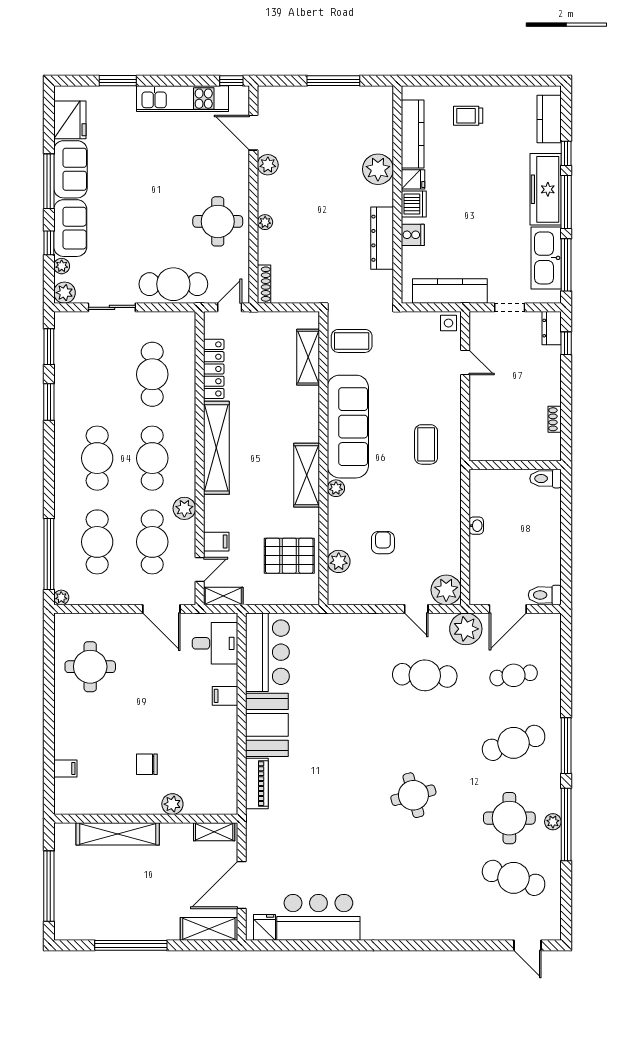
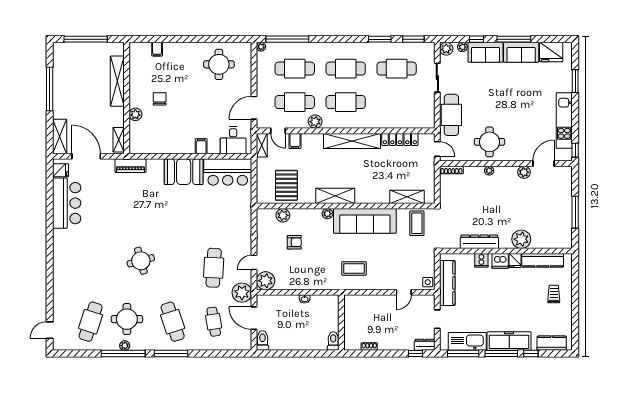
cafe table: (152, 374) -> (397, 69), moved
piano: (257, 784) -> (130, 166), moved

